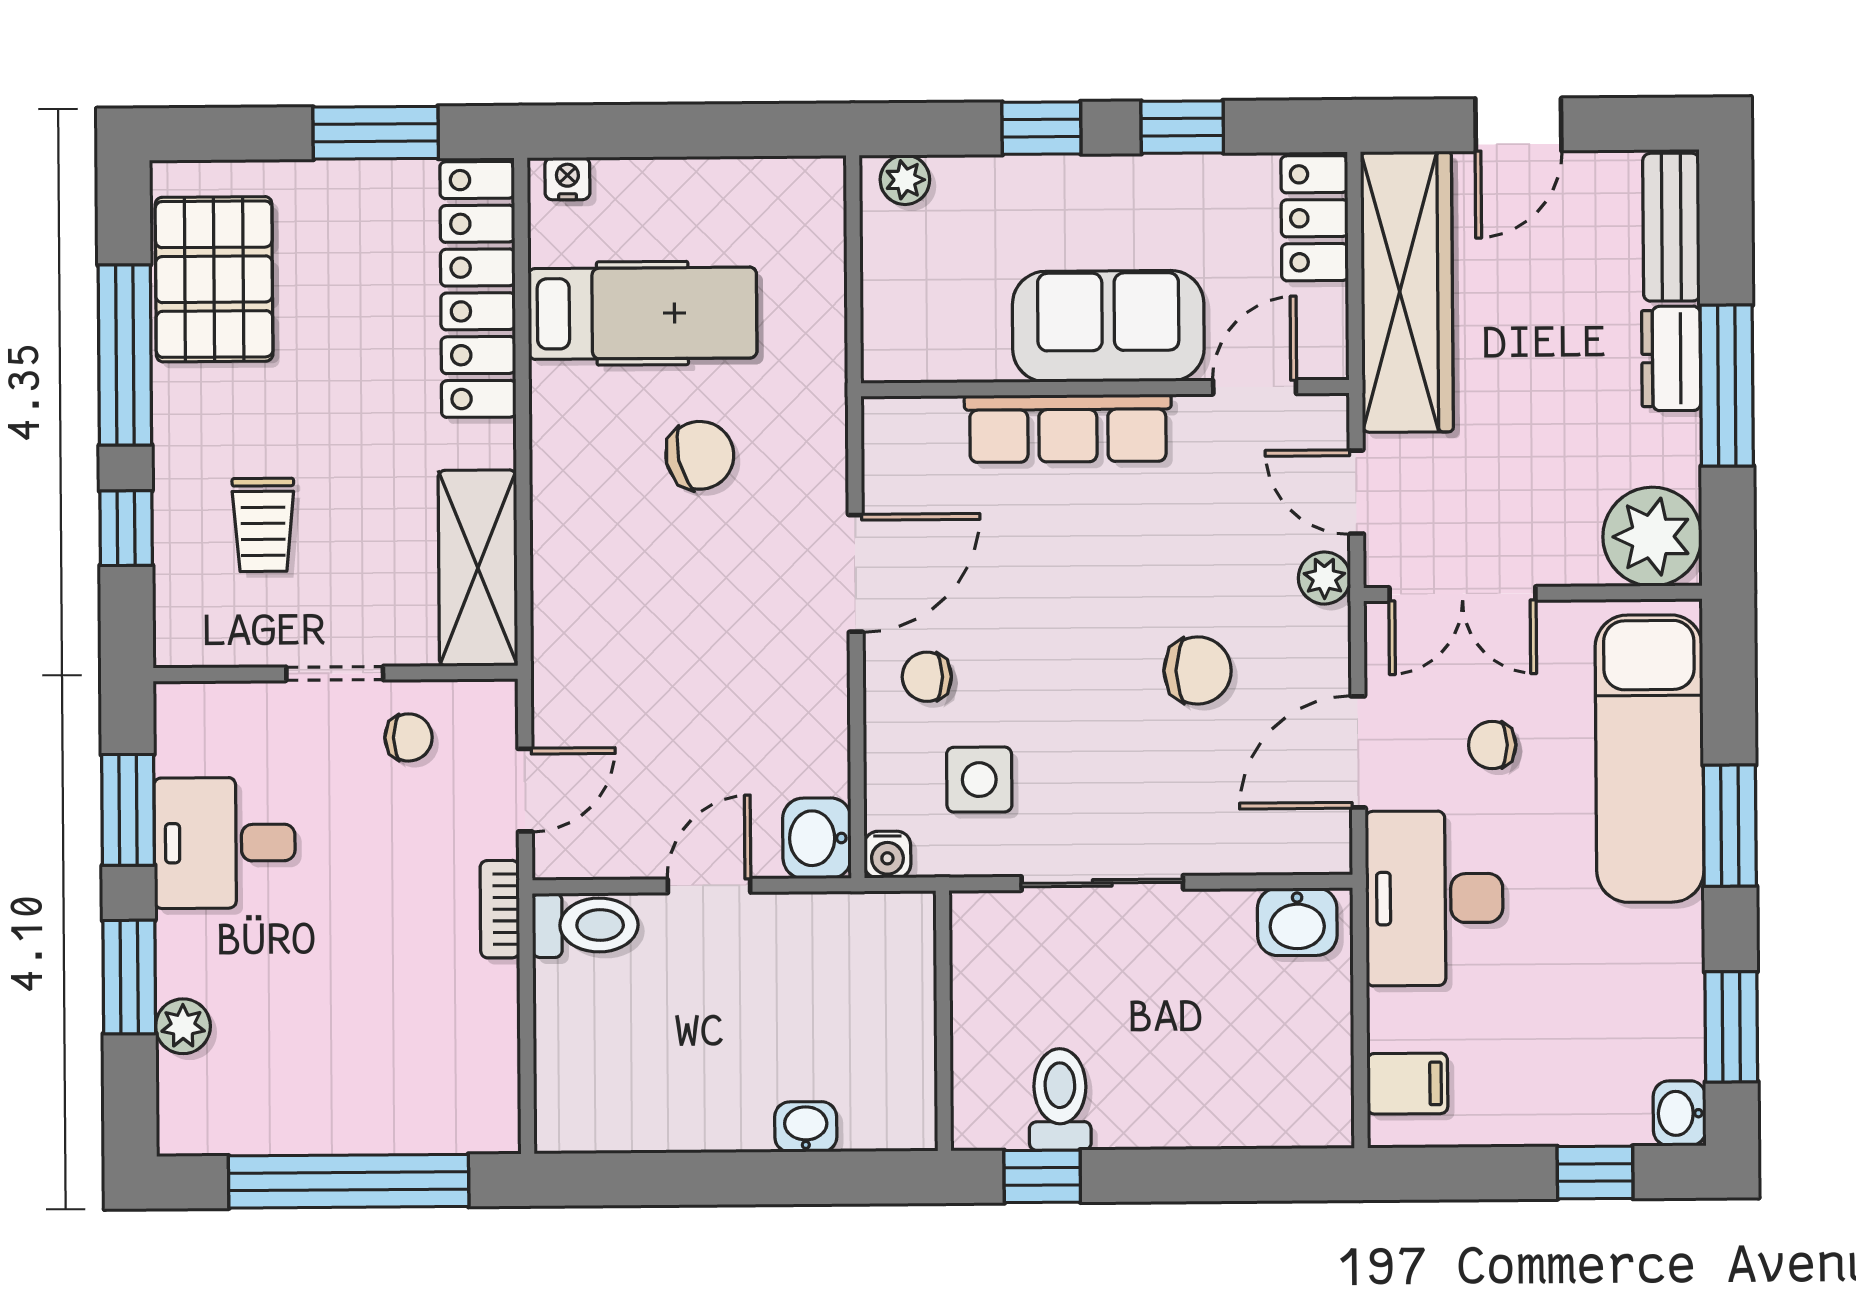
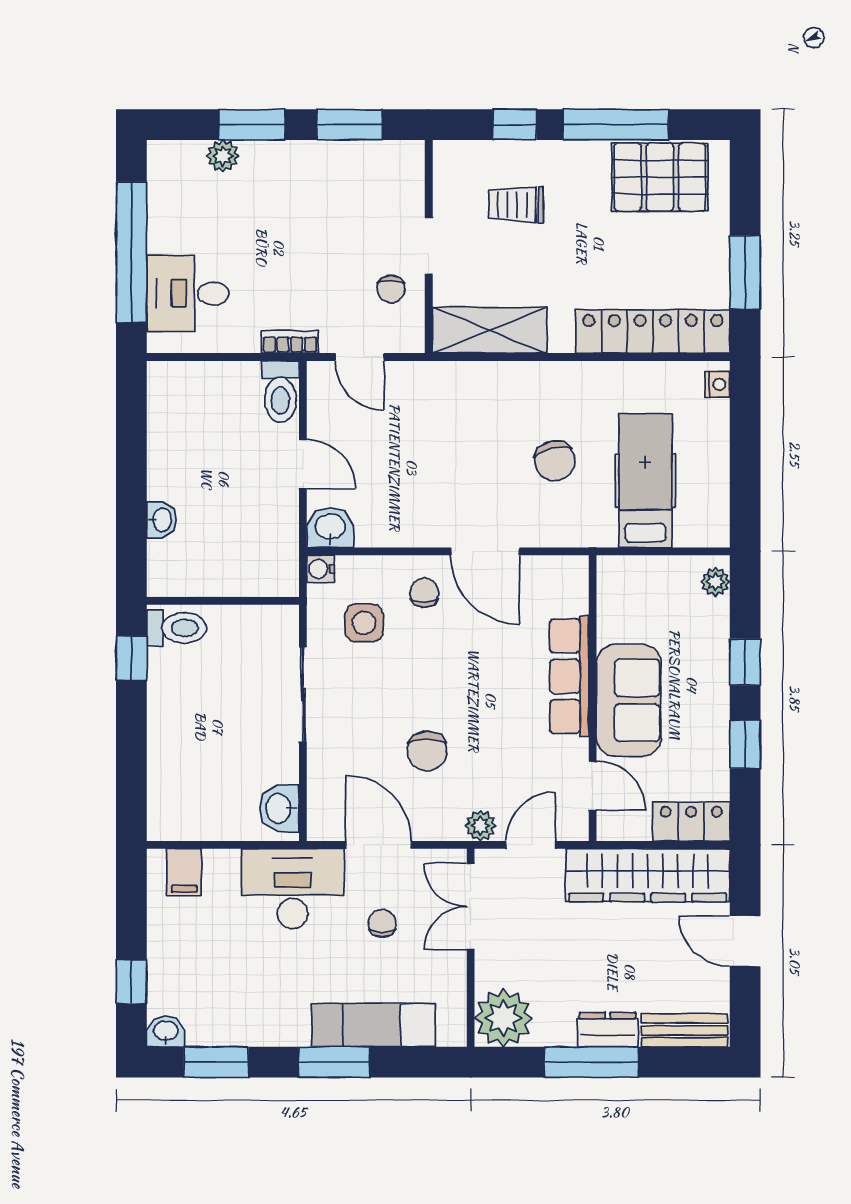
hospital bed: (642, 313) -> (645, 481), moved, turned 180
exam couch: (1650, 759) -> (373, 1025), width x0.73, depth x0.69
desk: (225, 843) -> (188, 293), moved, turned -90
toilet: (1060, 1099) -> (176, 628), moved

